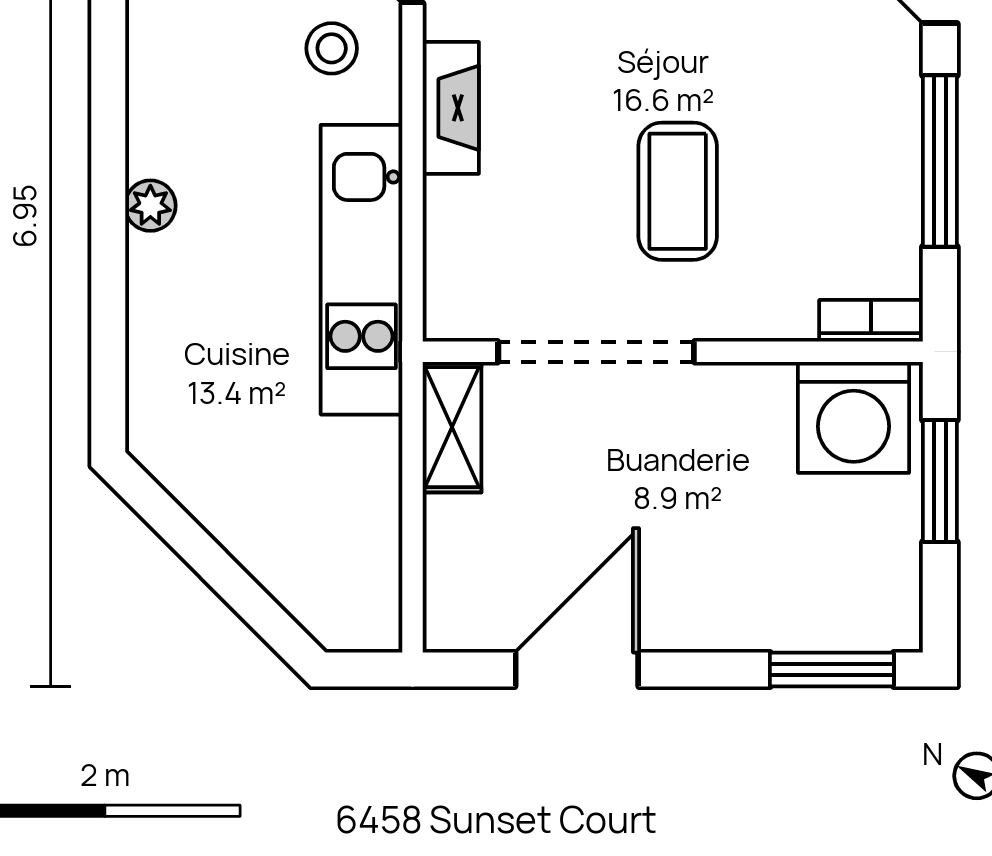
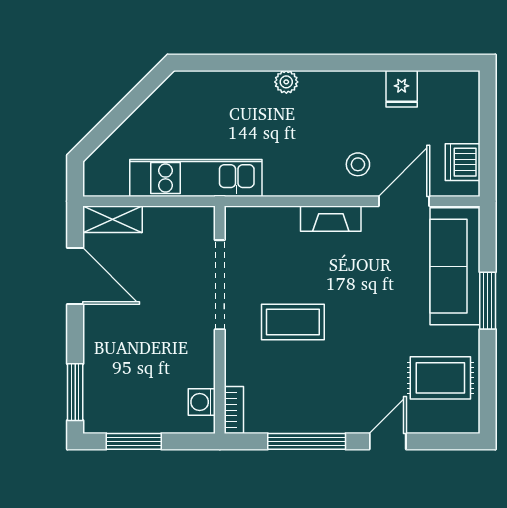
kitchen unit: (362, 270) -> (196, 178), moved
washing machine: (854, 417) -> (202, 402), width x0.53, depth x0.53
shelving: (452, 427) -> (113, 219), moved
window: (940, 481) -> (134, 441), moved

